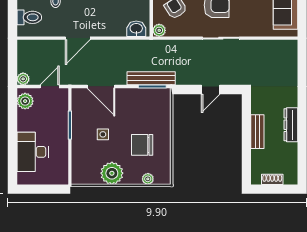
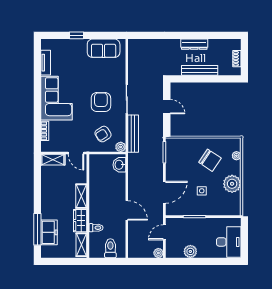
bench: (151, 78) -> (133, 134), moved
door: (50, 86) -> (164, 232), hinge flipped
plant: (25, 101) -> (190, 251), moved
bench: (257, 132) -> (200, 70), width x1.36
chair: (142, 145) -> (210, 160), turned -56
desk: (33, 152) -> (229, 242), moved, turned -90

